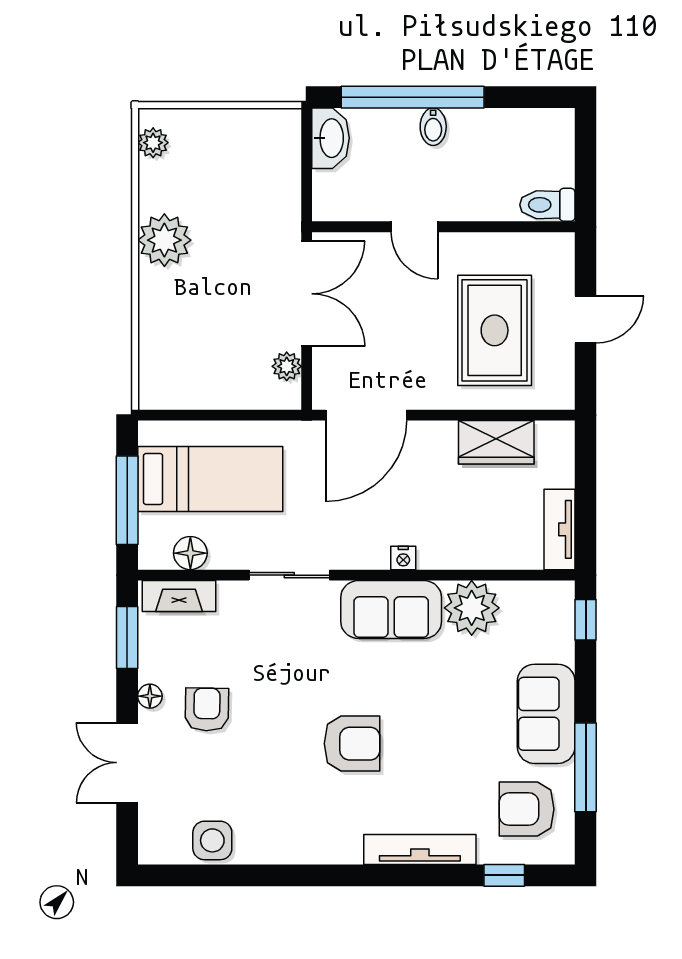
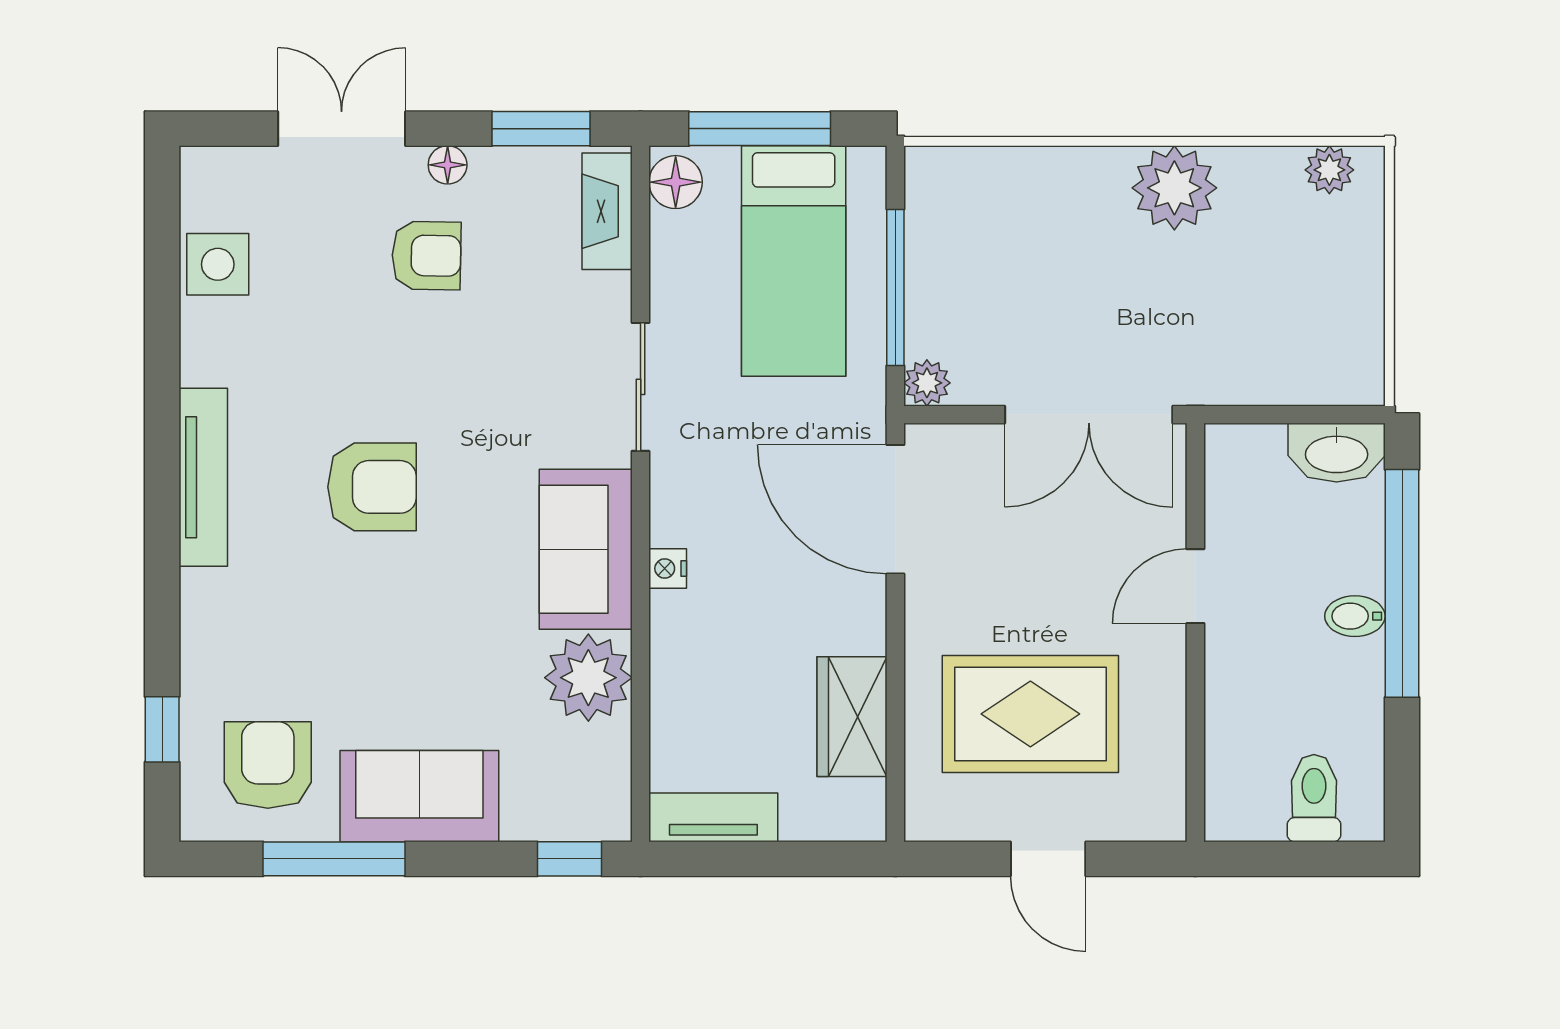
toilet: (547, 205) -> (1314, 798), moved
plant: (287, 366) -> (927, 383), moved
window: (227, 415) -> (895, 287), added
floor lamp: (190, 553) -> (676, 182), moved
armchair: (352, 744) -> (372, 487), turned -90
tv unit: (420, 850) -> (203, 477), moved

